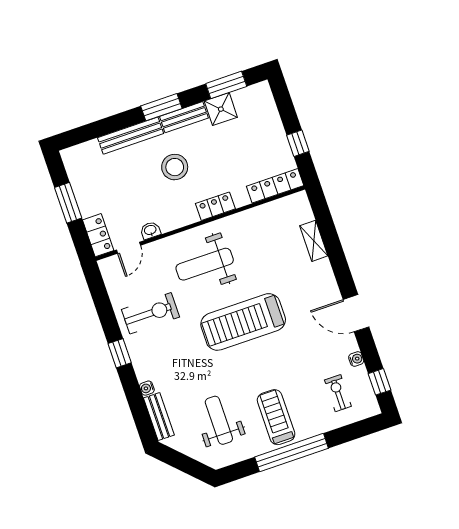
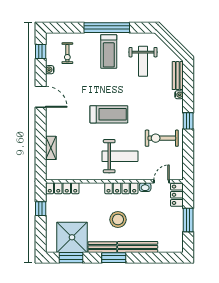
shower: (221, 109) -> (72, 237), width x1.86, depth x1.86
locker: (215, 206) -> (121, 188), moved, width x1.53
treadmill: (243, 322) -> (109, 114), width x0.73, depth x0.73

